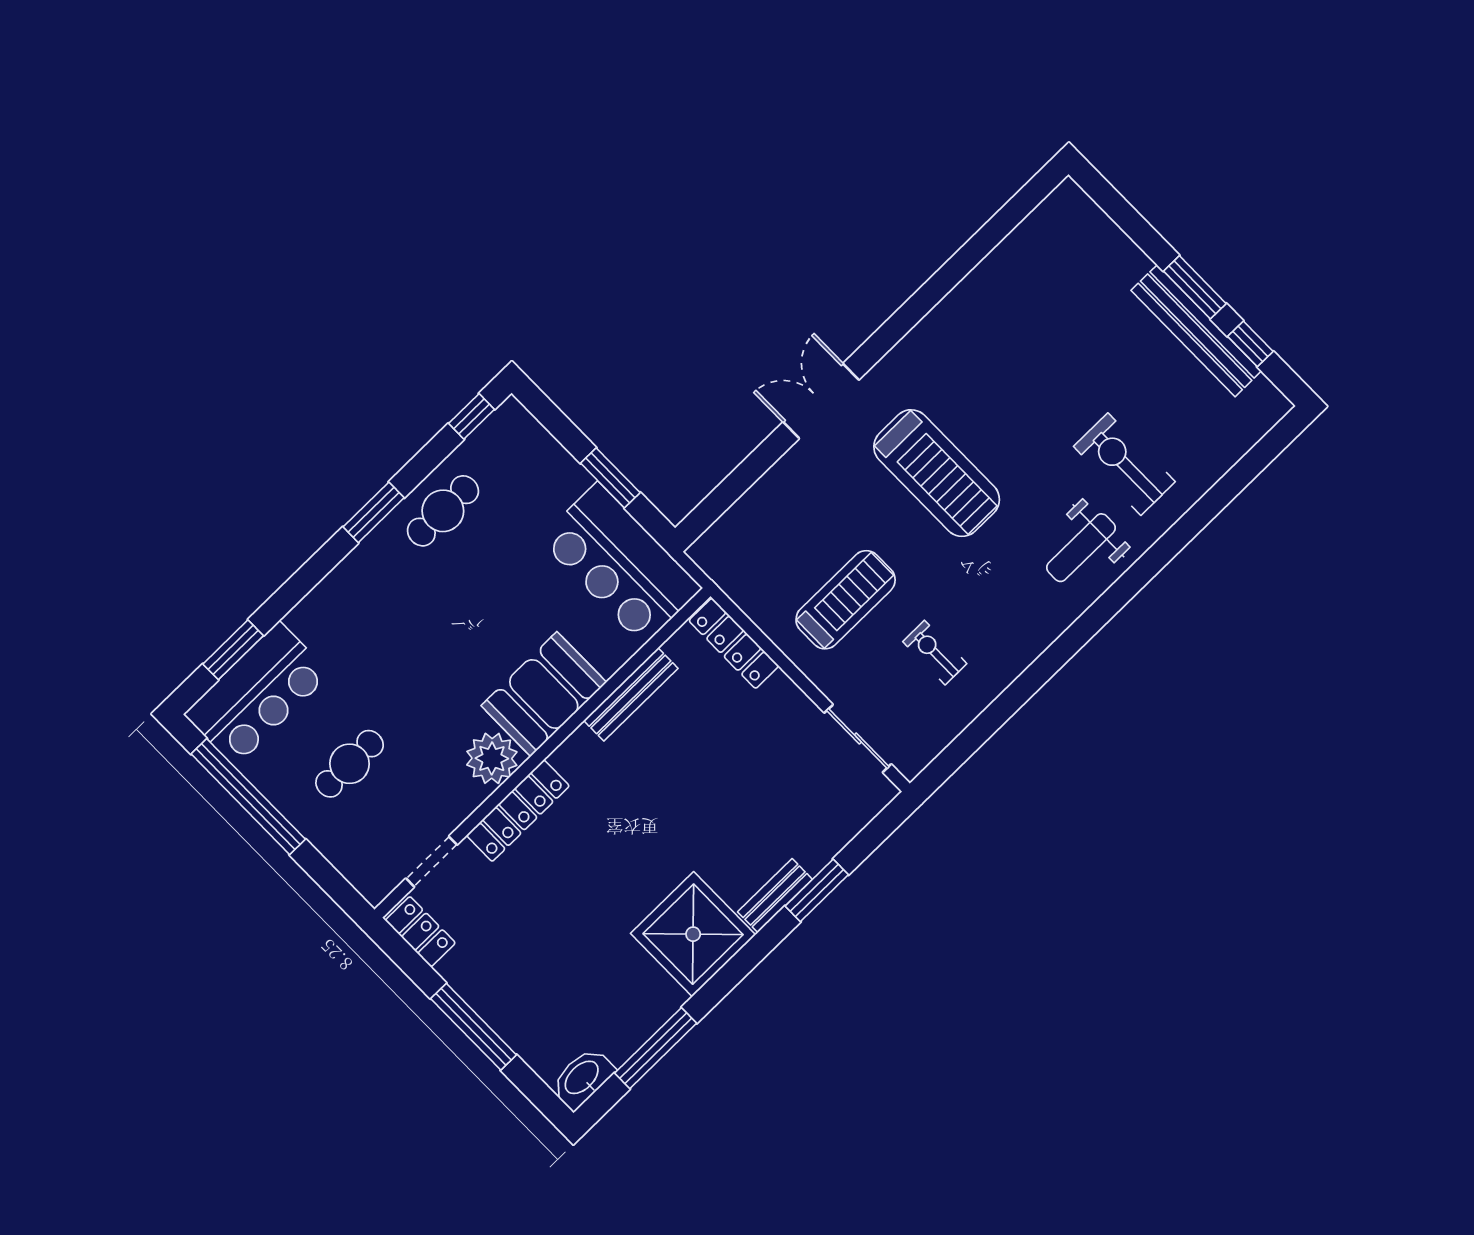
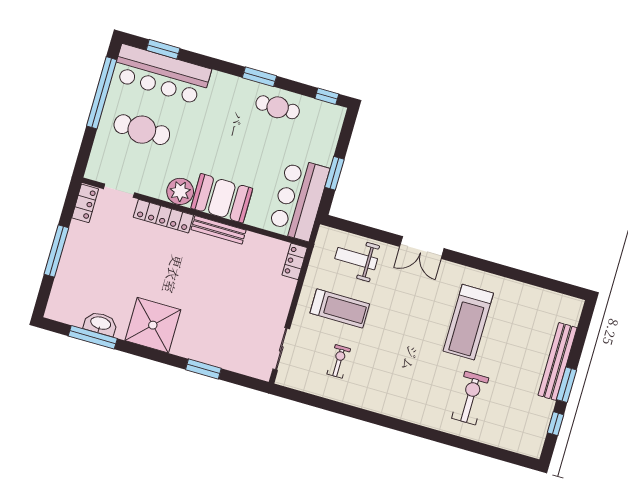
bench: (1196, 331) -> (558, 361), moved
double door: (821, 401) -> (422, 247), swing flipped
treadmill: (937, 473) -> (468, 322), moved
weight bench: (1081, 548) -> (356, 259), moved
locker: (734, 643) -> (295, 261), width x0.66
bar counter: (257, 694) -> (162, 74), width x1.36
bench: (631, 694) -> (219, 230), moved
cafe table: (350, 764) -> (142, 130), width x1.37, depth x1.35
bench: (775, 896) -> (191, 352), removed
washbasin: (582, 1078) -> (101, 324), moved

